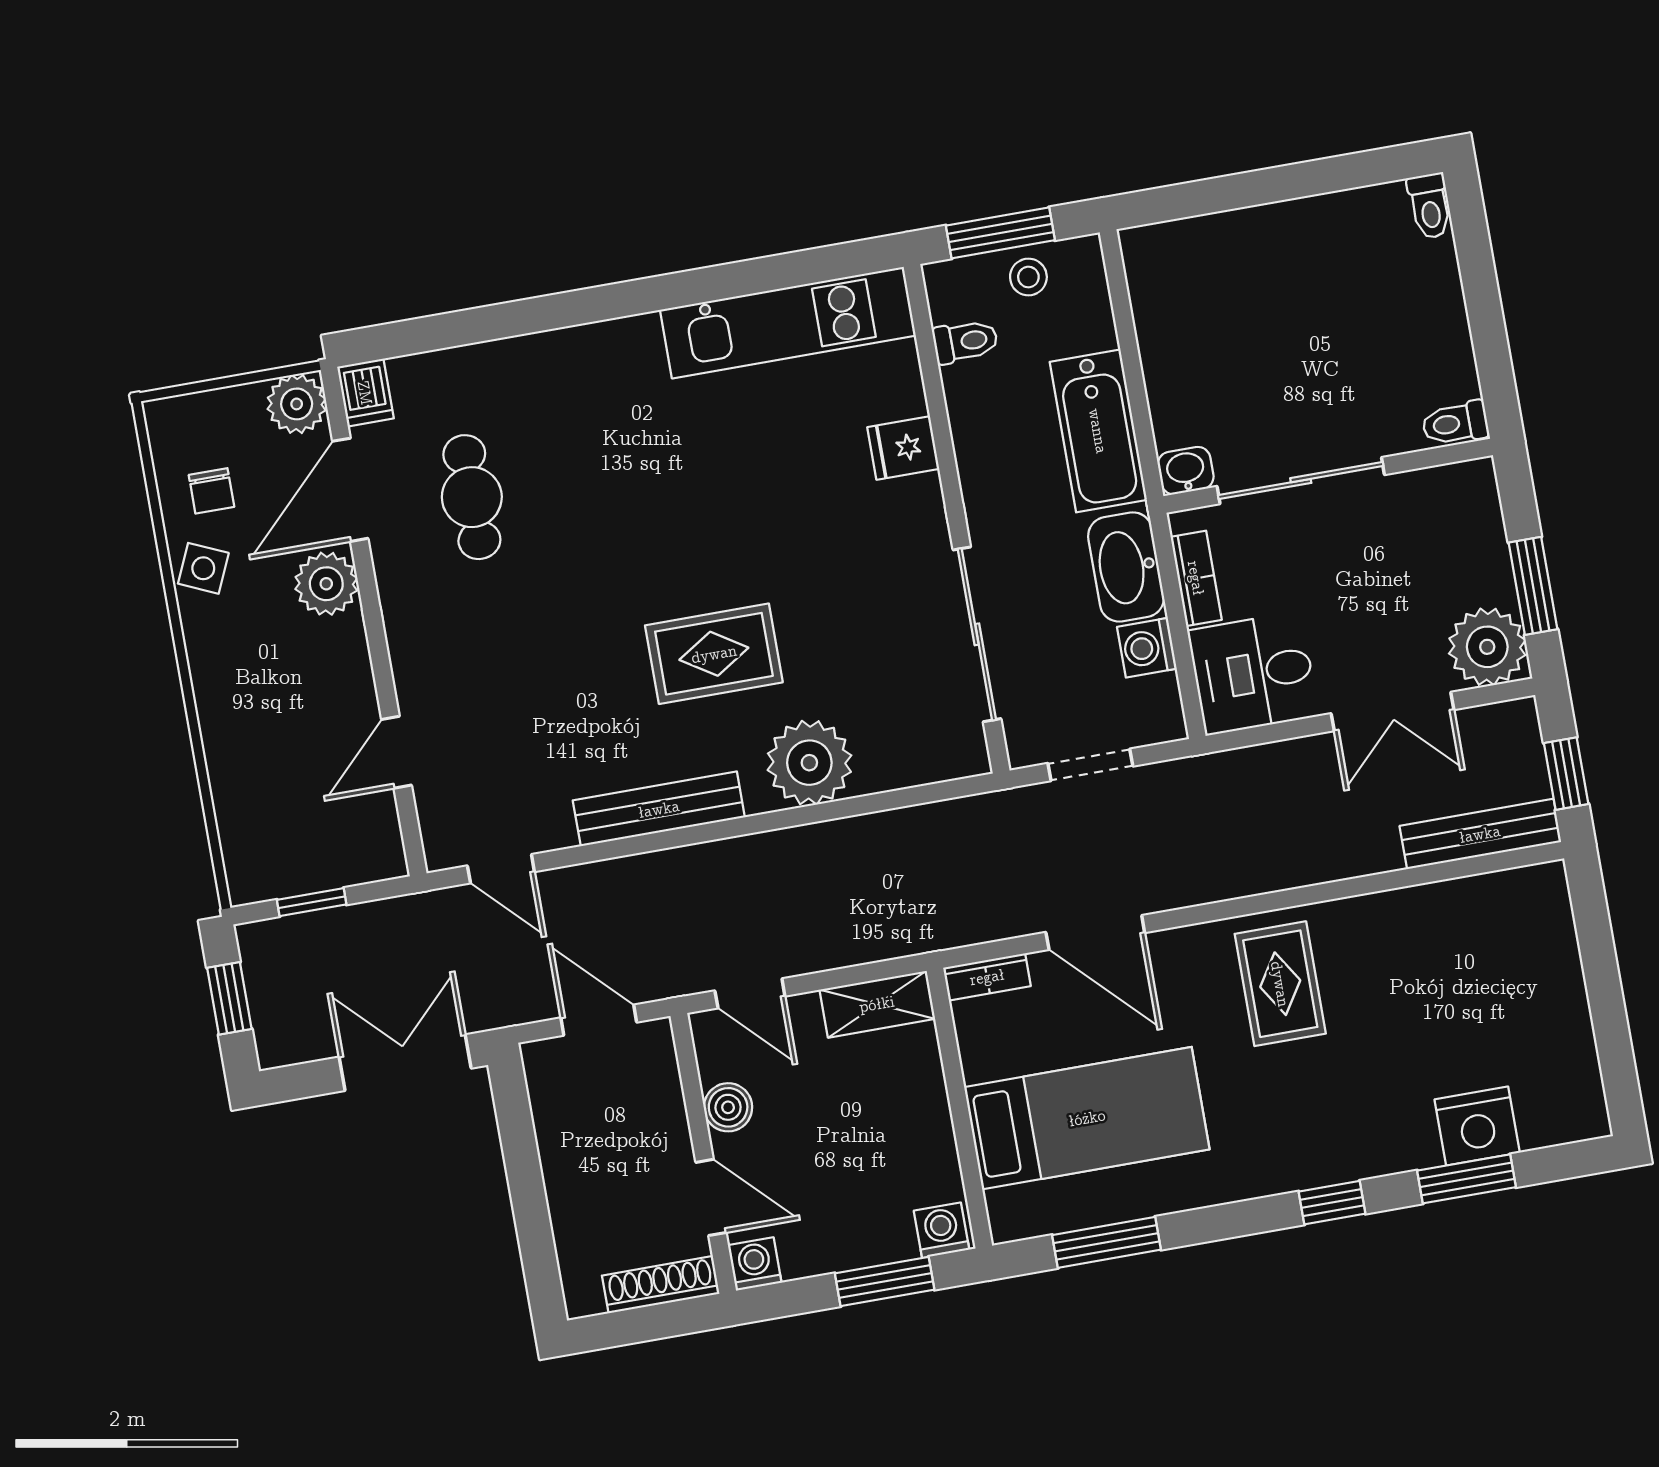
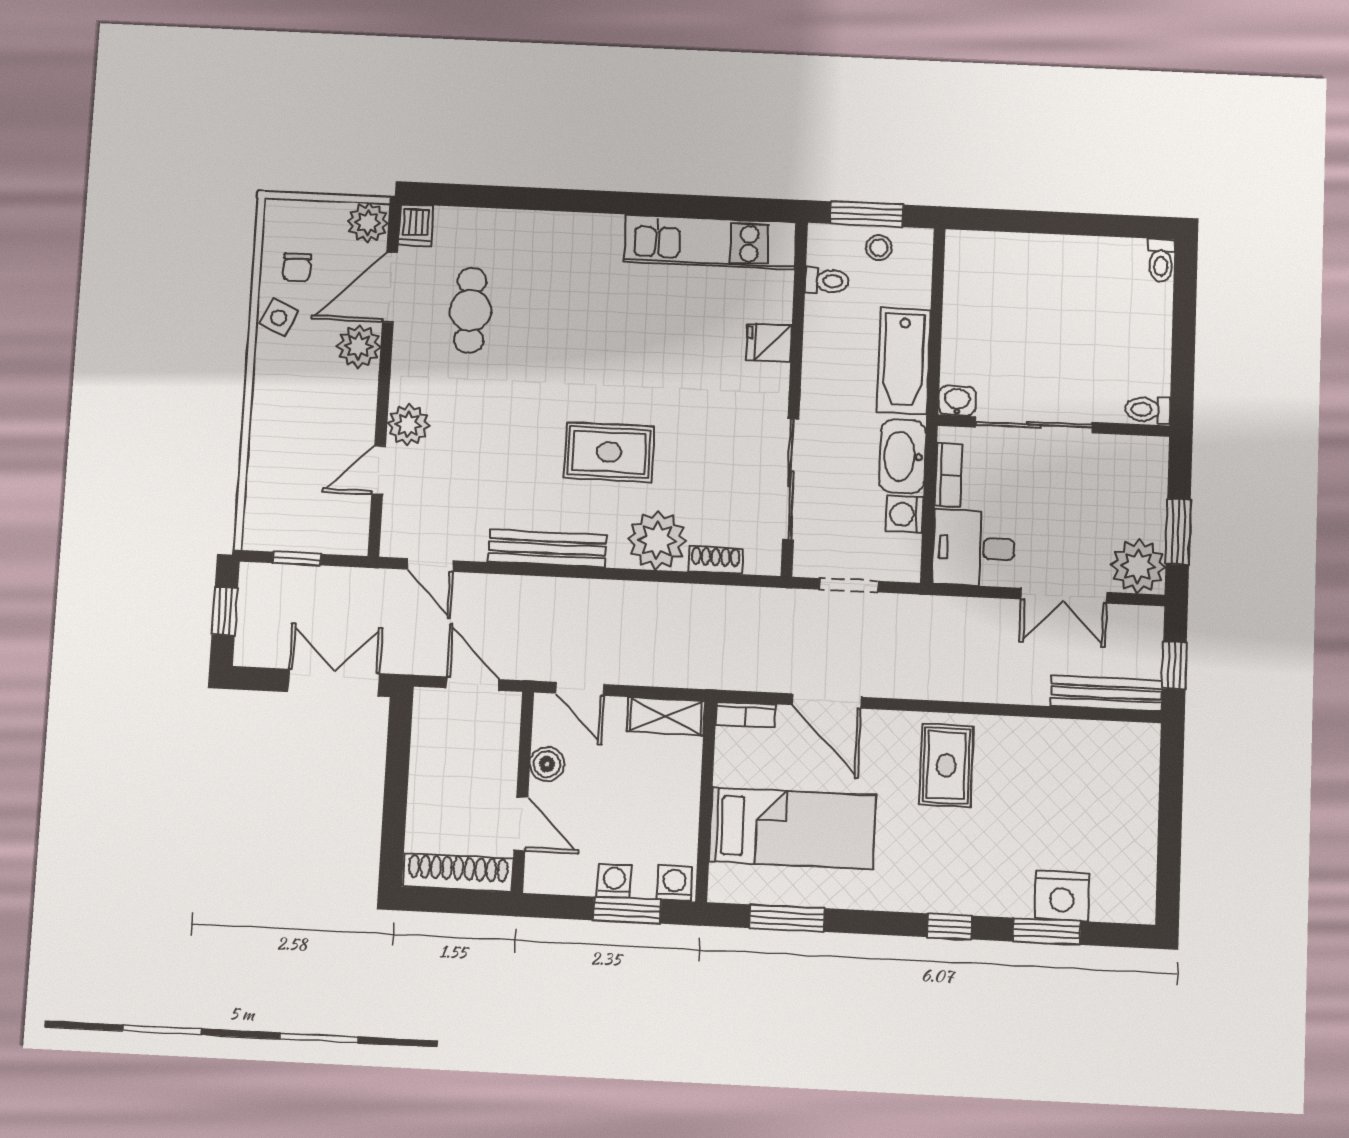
plant: (423, 679) -> (408, 425), added
shoe rack: (897, 772) -> (715, 560), added
washing machine: (755, 1264) -> (614, 881), moved
shoe rack: (661, 1285) -> (458, 873), width x1.36, depth x1.24

